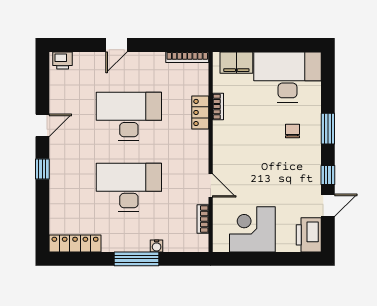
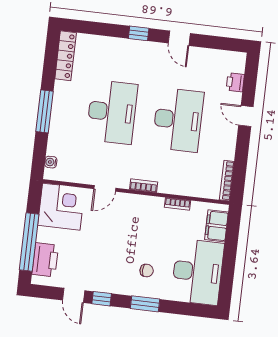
printer: (63, 60) -> (235, 82), moved
locker: (200, 112) -> (174, 187), removed
bookcase: (203, 219) -> (144, 186), moved
corner desk: (252, 229) -> (61, 207), moved
printer: (309, 235) -> (45, 260), moved, turned 90
water cooler: (157, 246) -> (51, 162), moved
window: (277, 259) -> (29, 242), added

